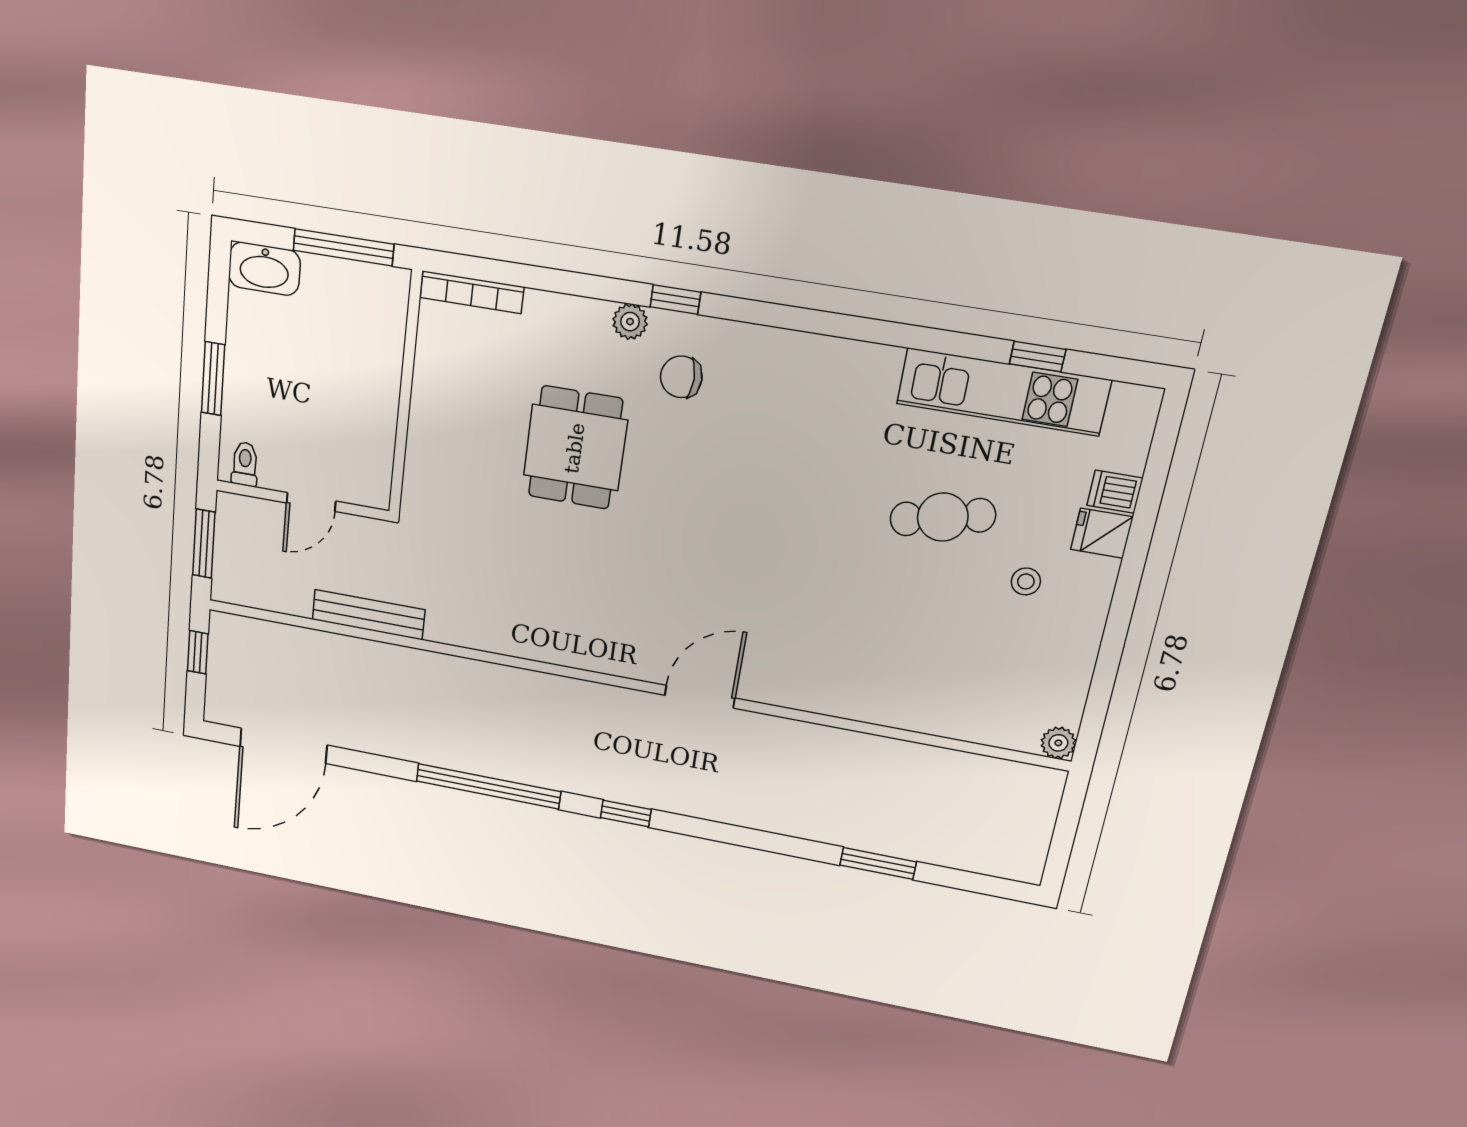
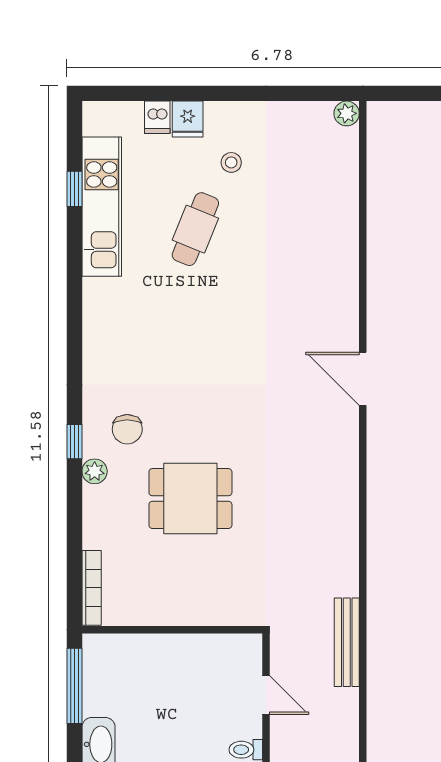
cafe table: (943, 517) -> (195, 229), turned 35

